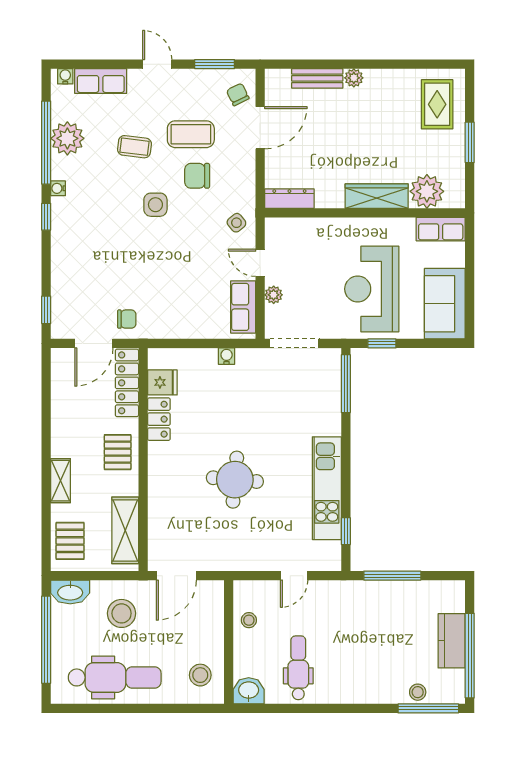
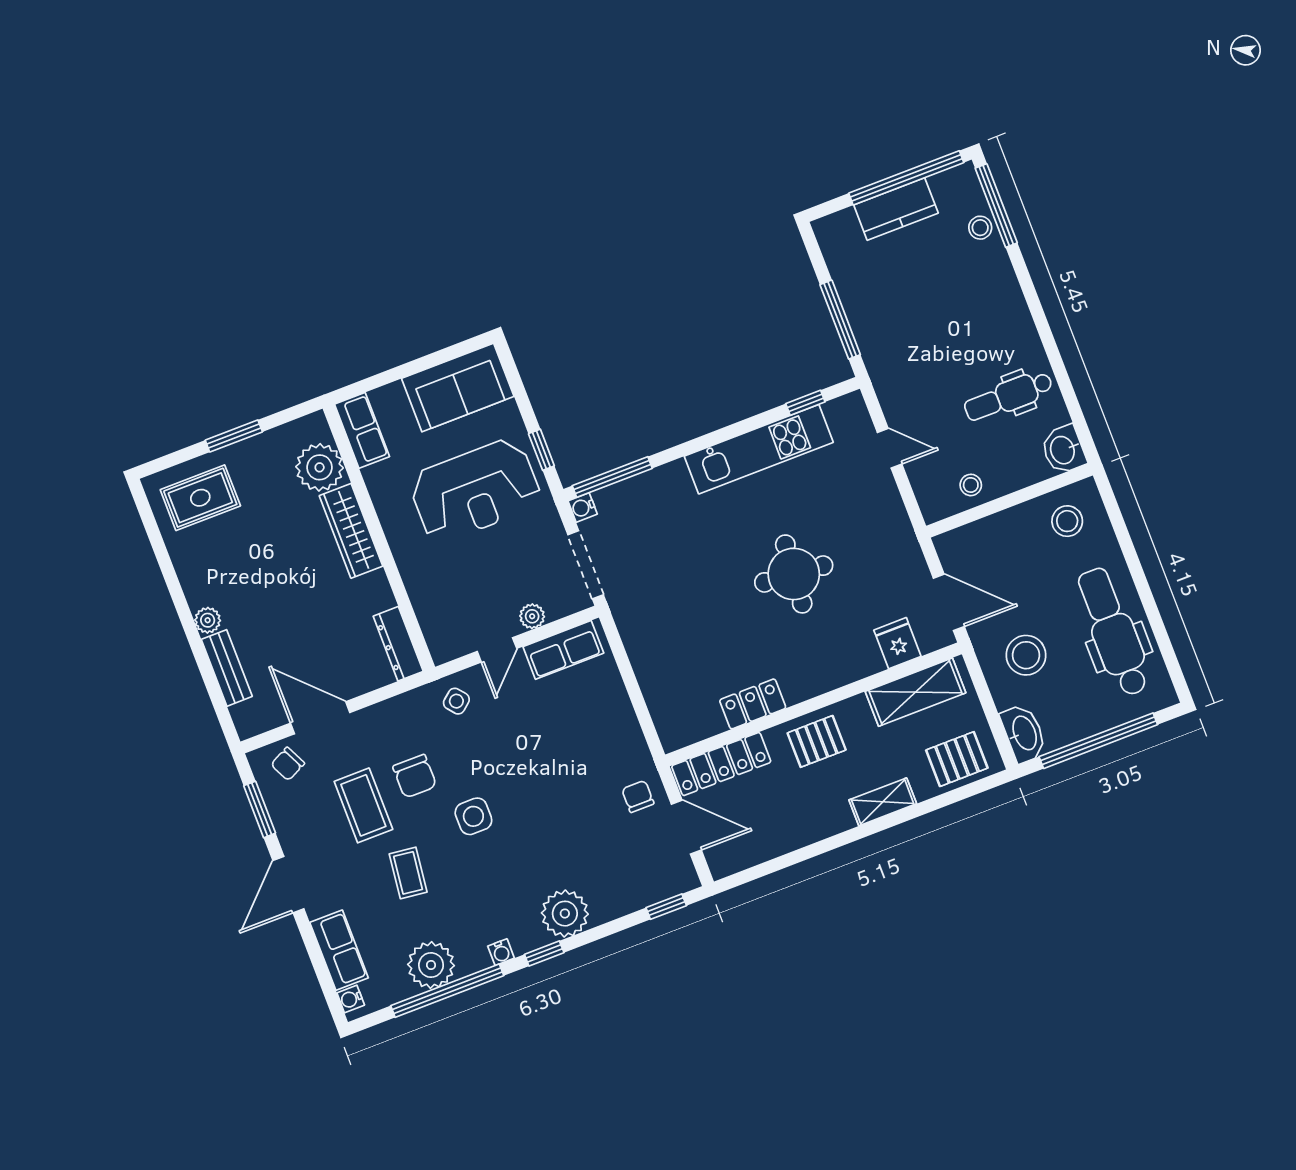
door: (157, 64) -> (288, 885), width x1.38
plant: (67, 241) -> (565, 914), added
water cooler: (227, 356) -> (583, 507), moved
fridge: (162, 382) -> (897, 643), moved

